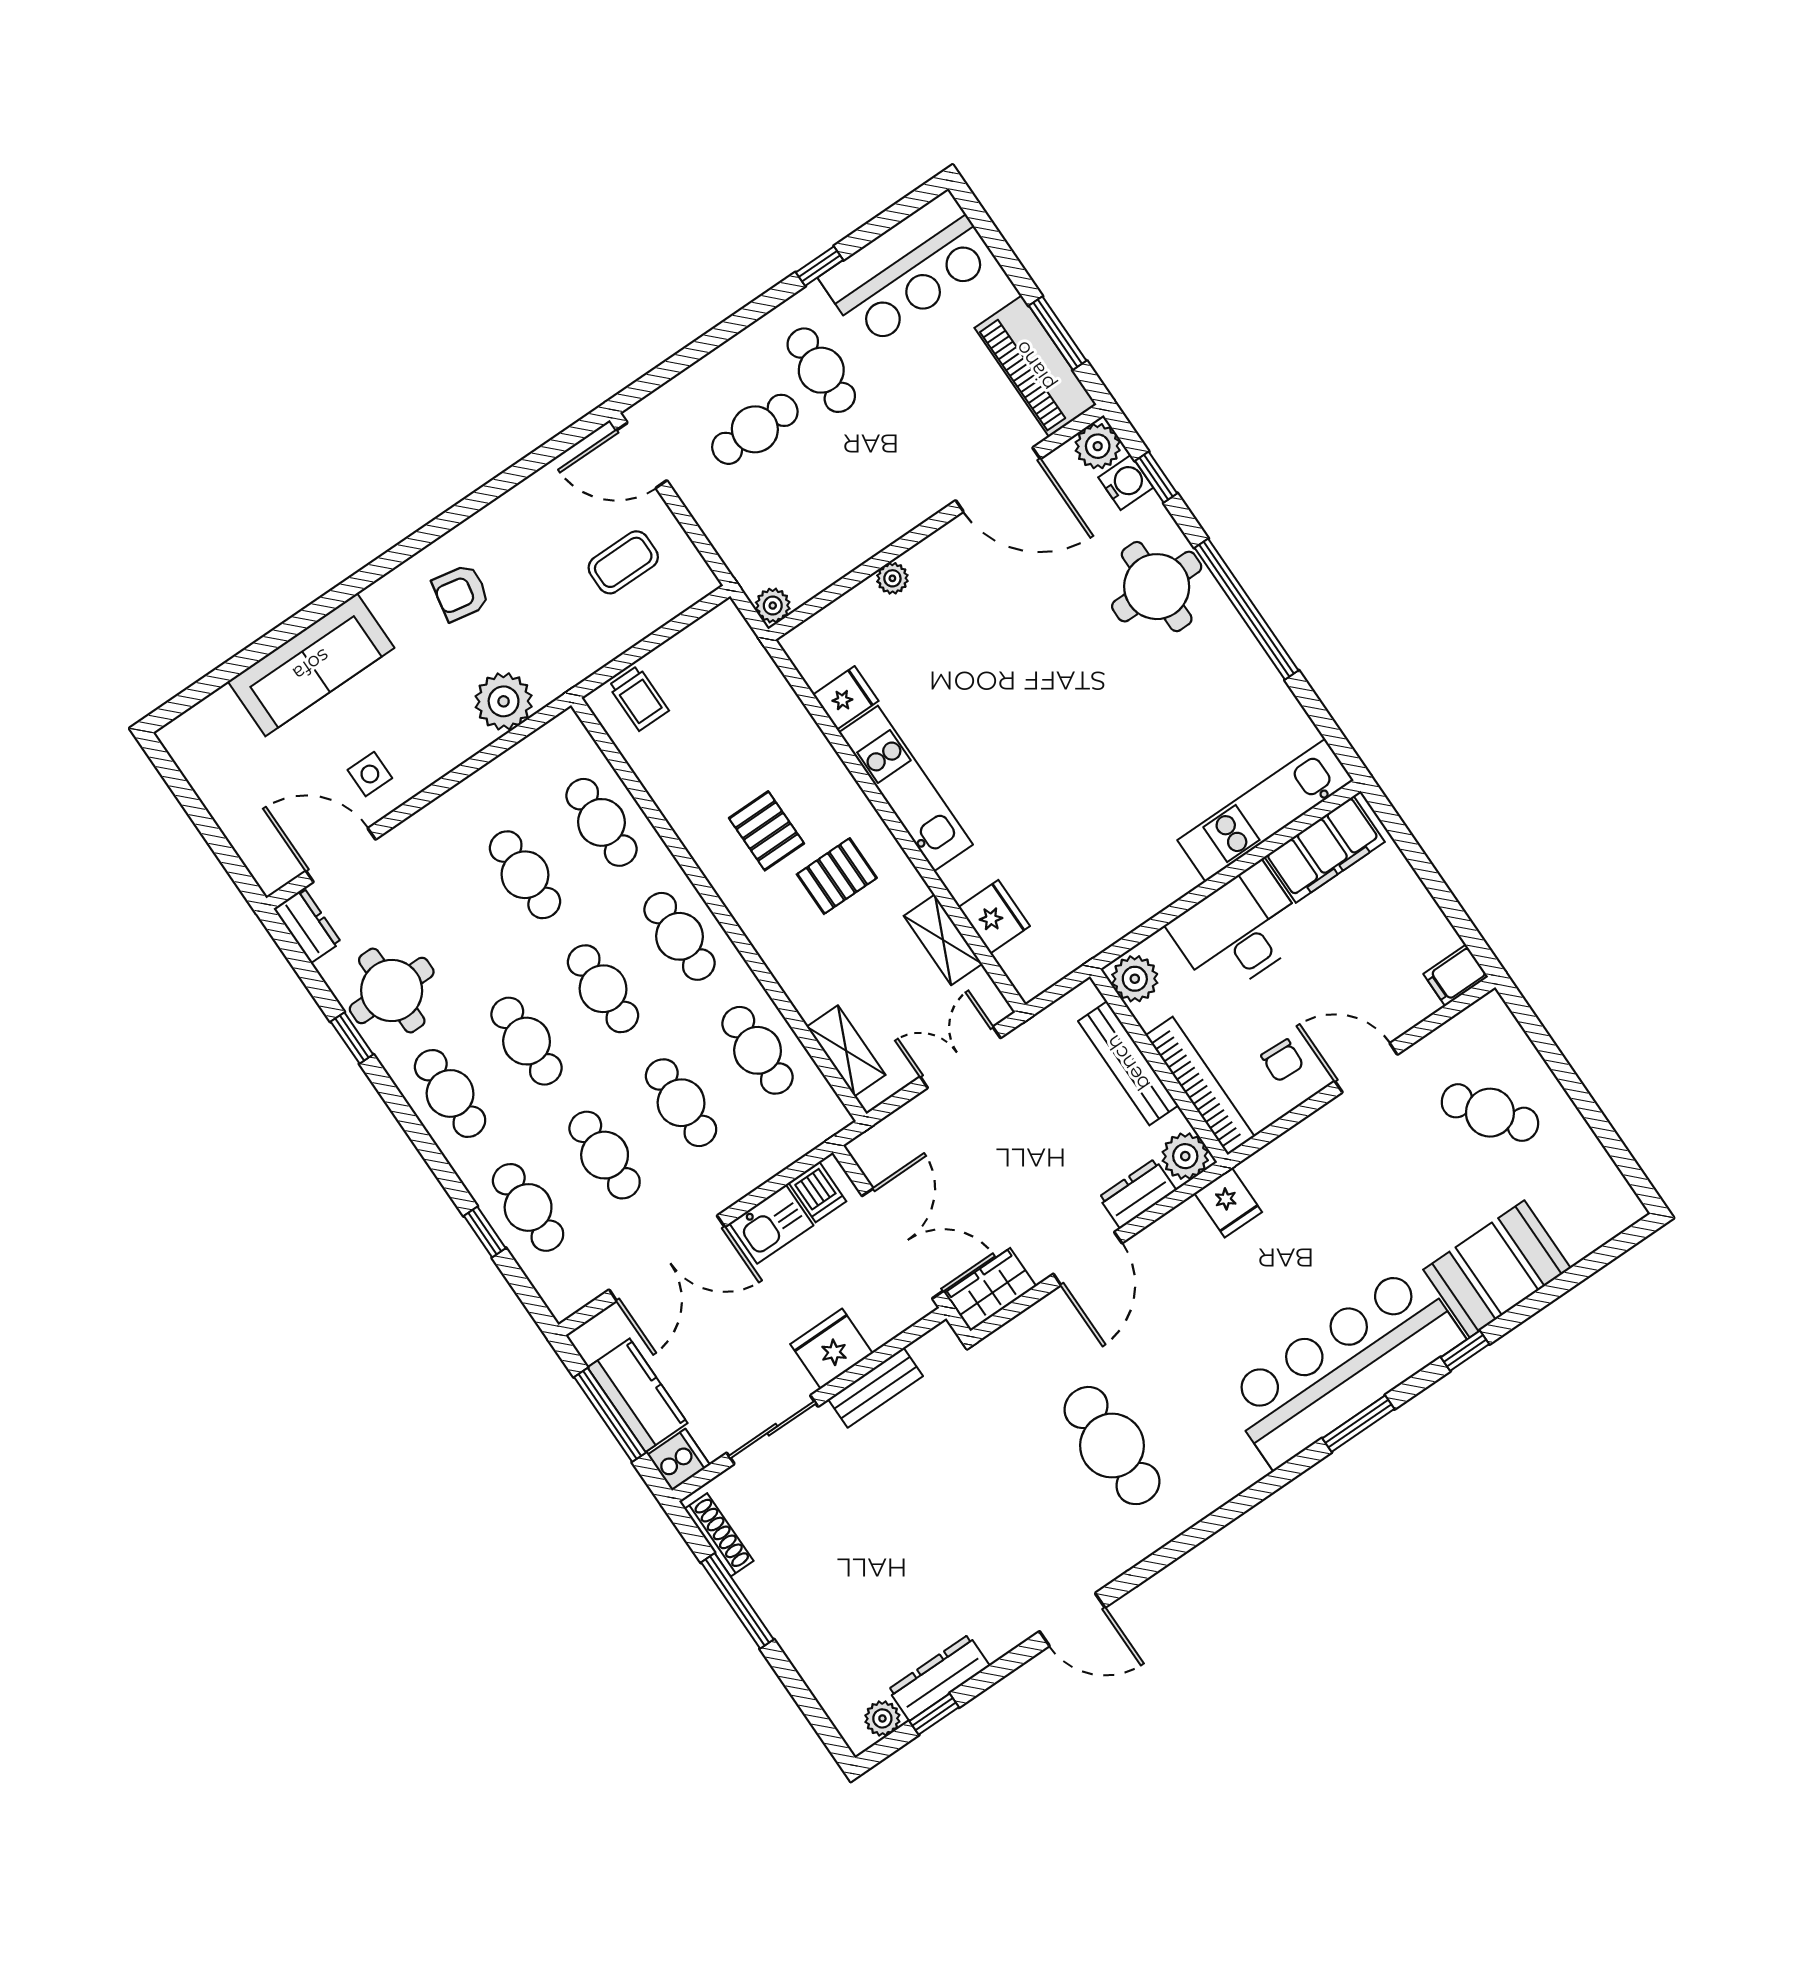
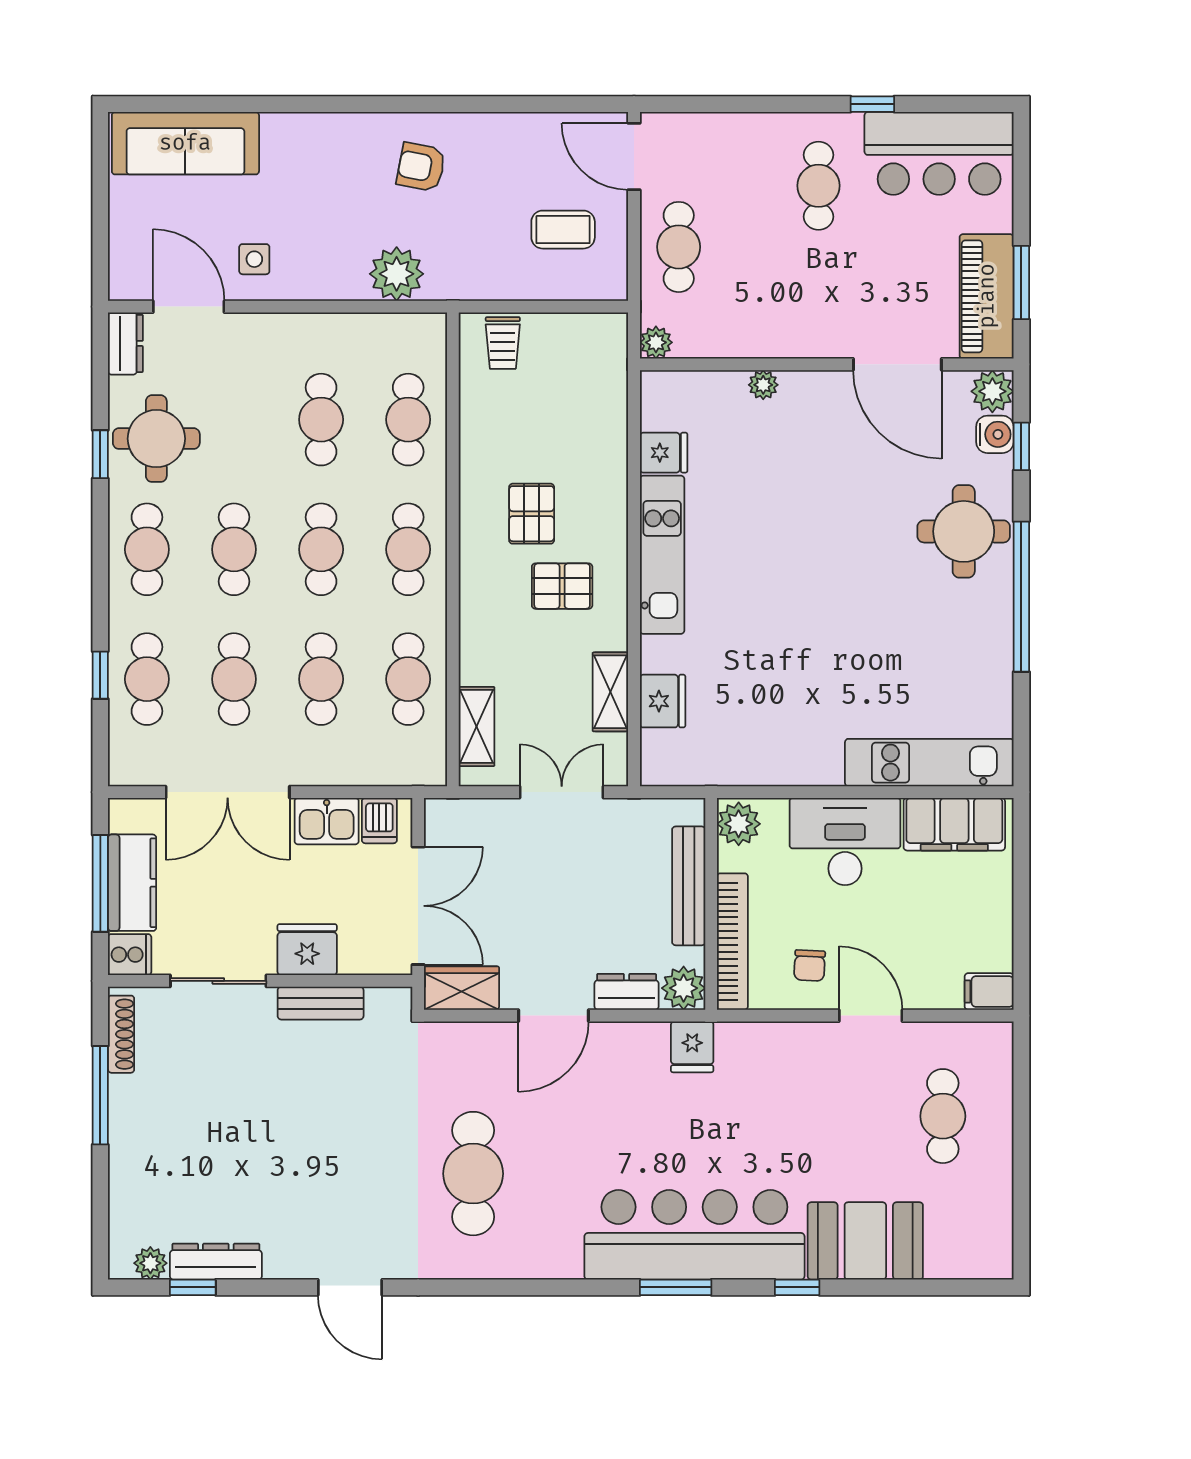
cafe table: (755, 429) -> (679, 247), moved, turned 90
sofa: (311, 665) -> (185, 143), moved
cafe table: (1490, 1113) -> (943, 1116), turned 36

